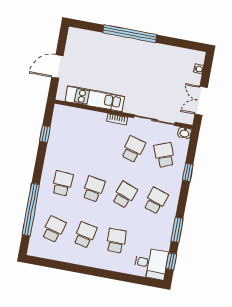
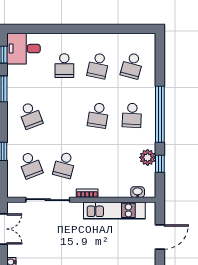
washbasin: (185, 133) -> (138, 192), moved
plant: (55, 142) -> (148, 157), added
school desk: (125, 195) -> (64, 115), removed
school desk: (156, 201) -> (31, 115), turned -39
window: (31, 210) -> (160, 114), moved

